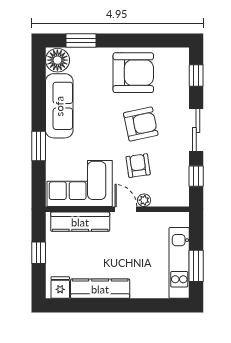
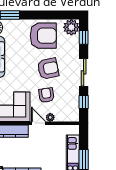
plant: (177, 60) -> (71, 27), added

